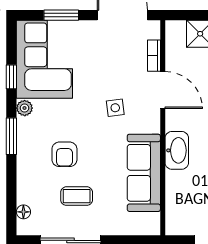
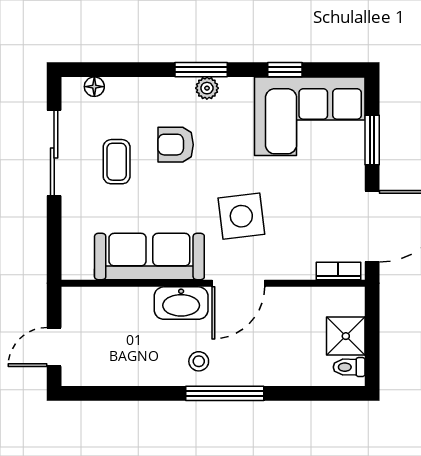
bookcase: (154, 56) -> (338, 271), moved
door: (163, 90) -> (238, 283), moved
plant: (25, 108) -> (207, 88), moved
side table: (115, 108) -> (241, 216), width x1.87, depth x1.87

